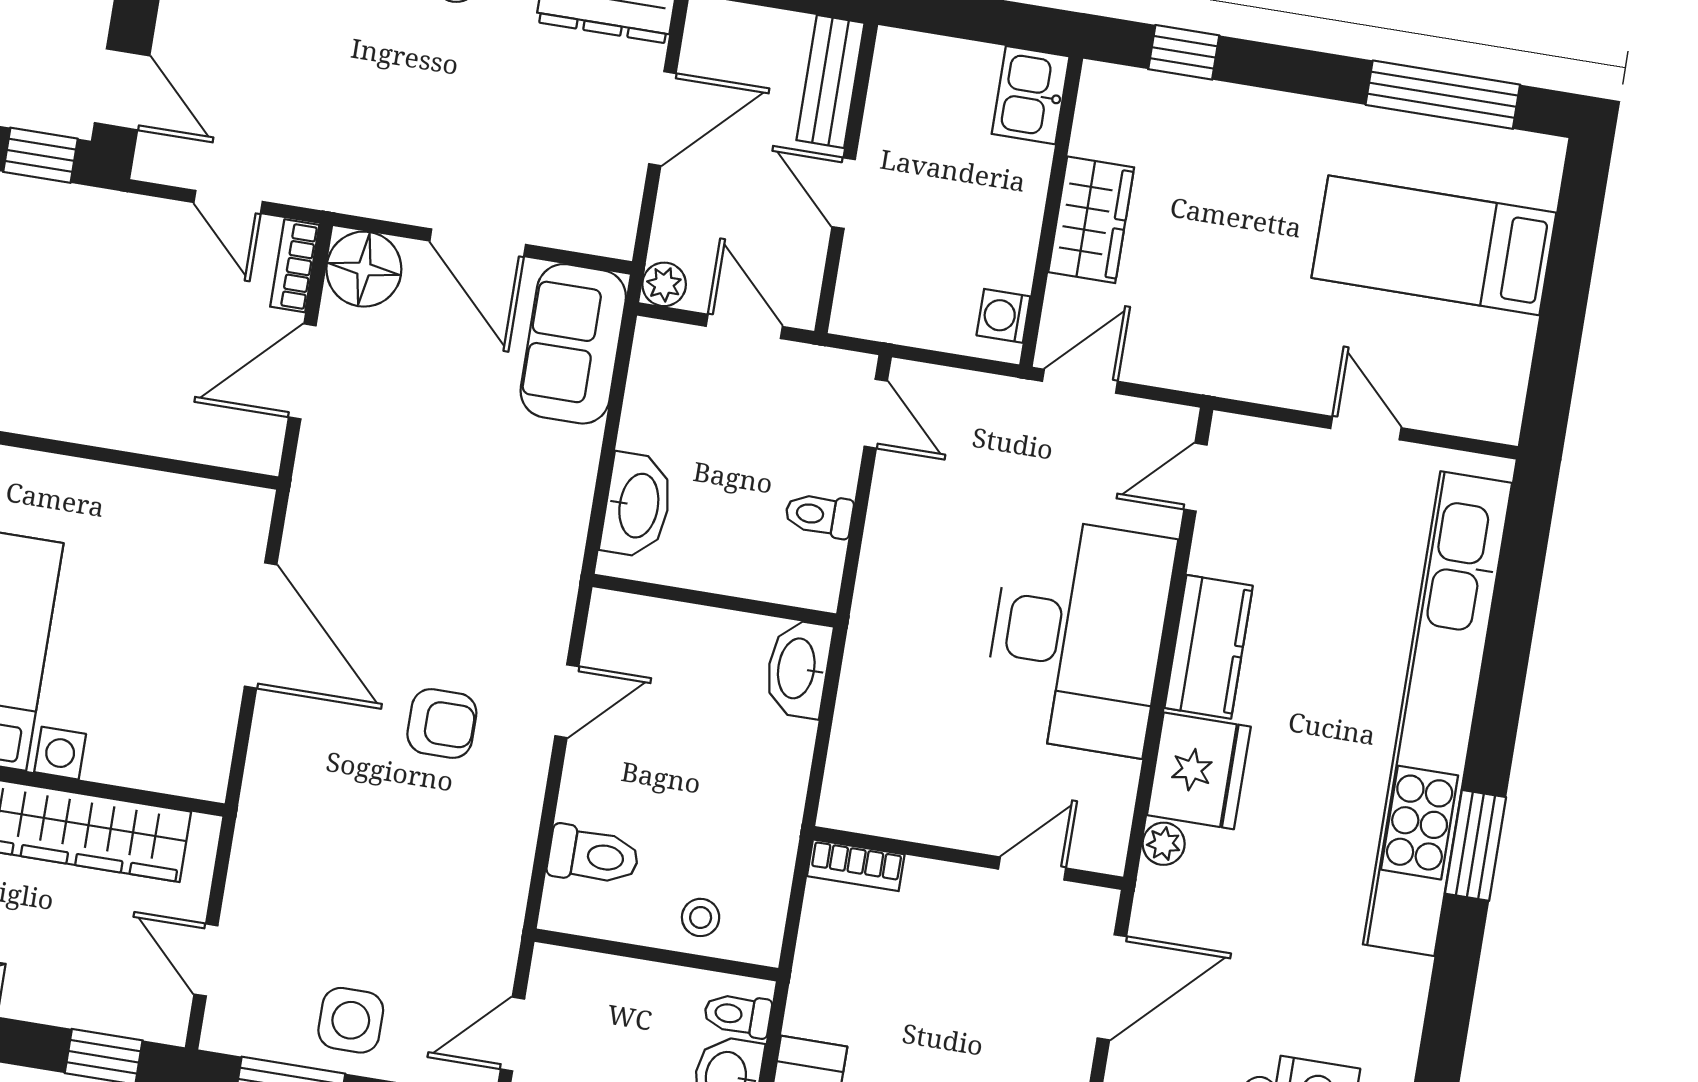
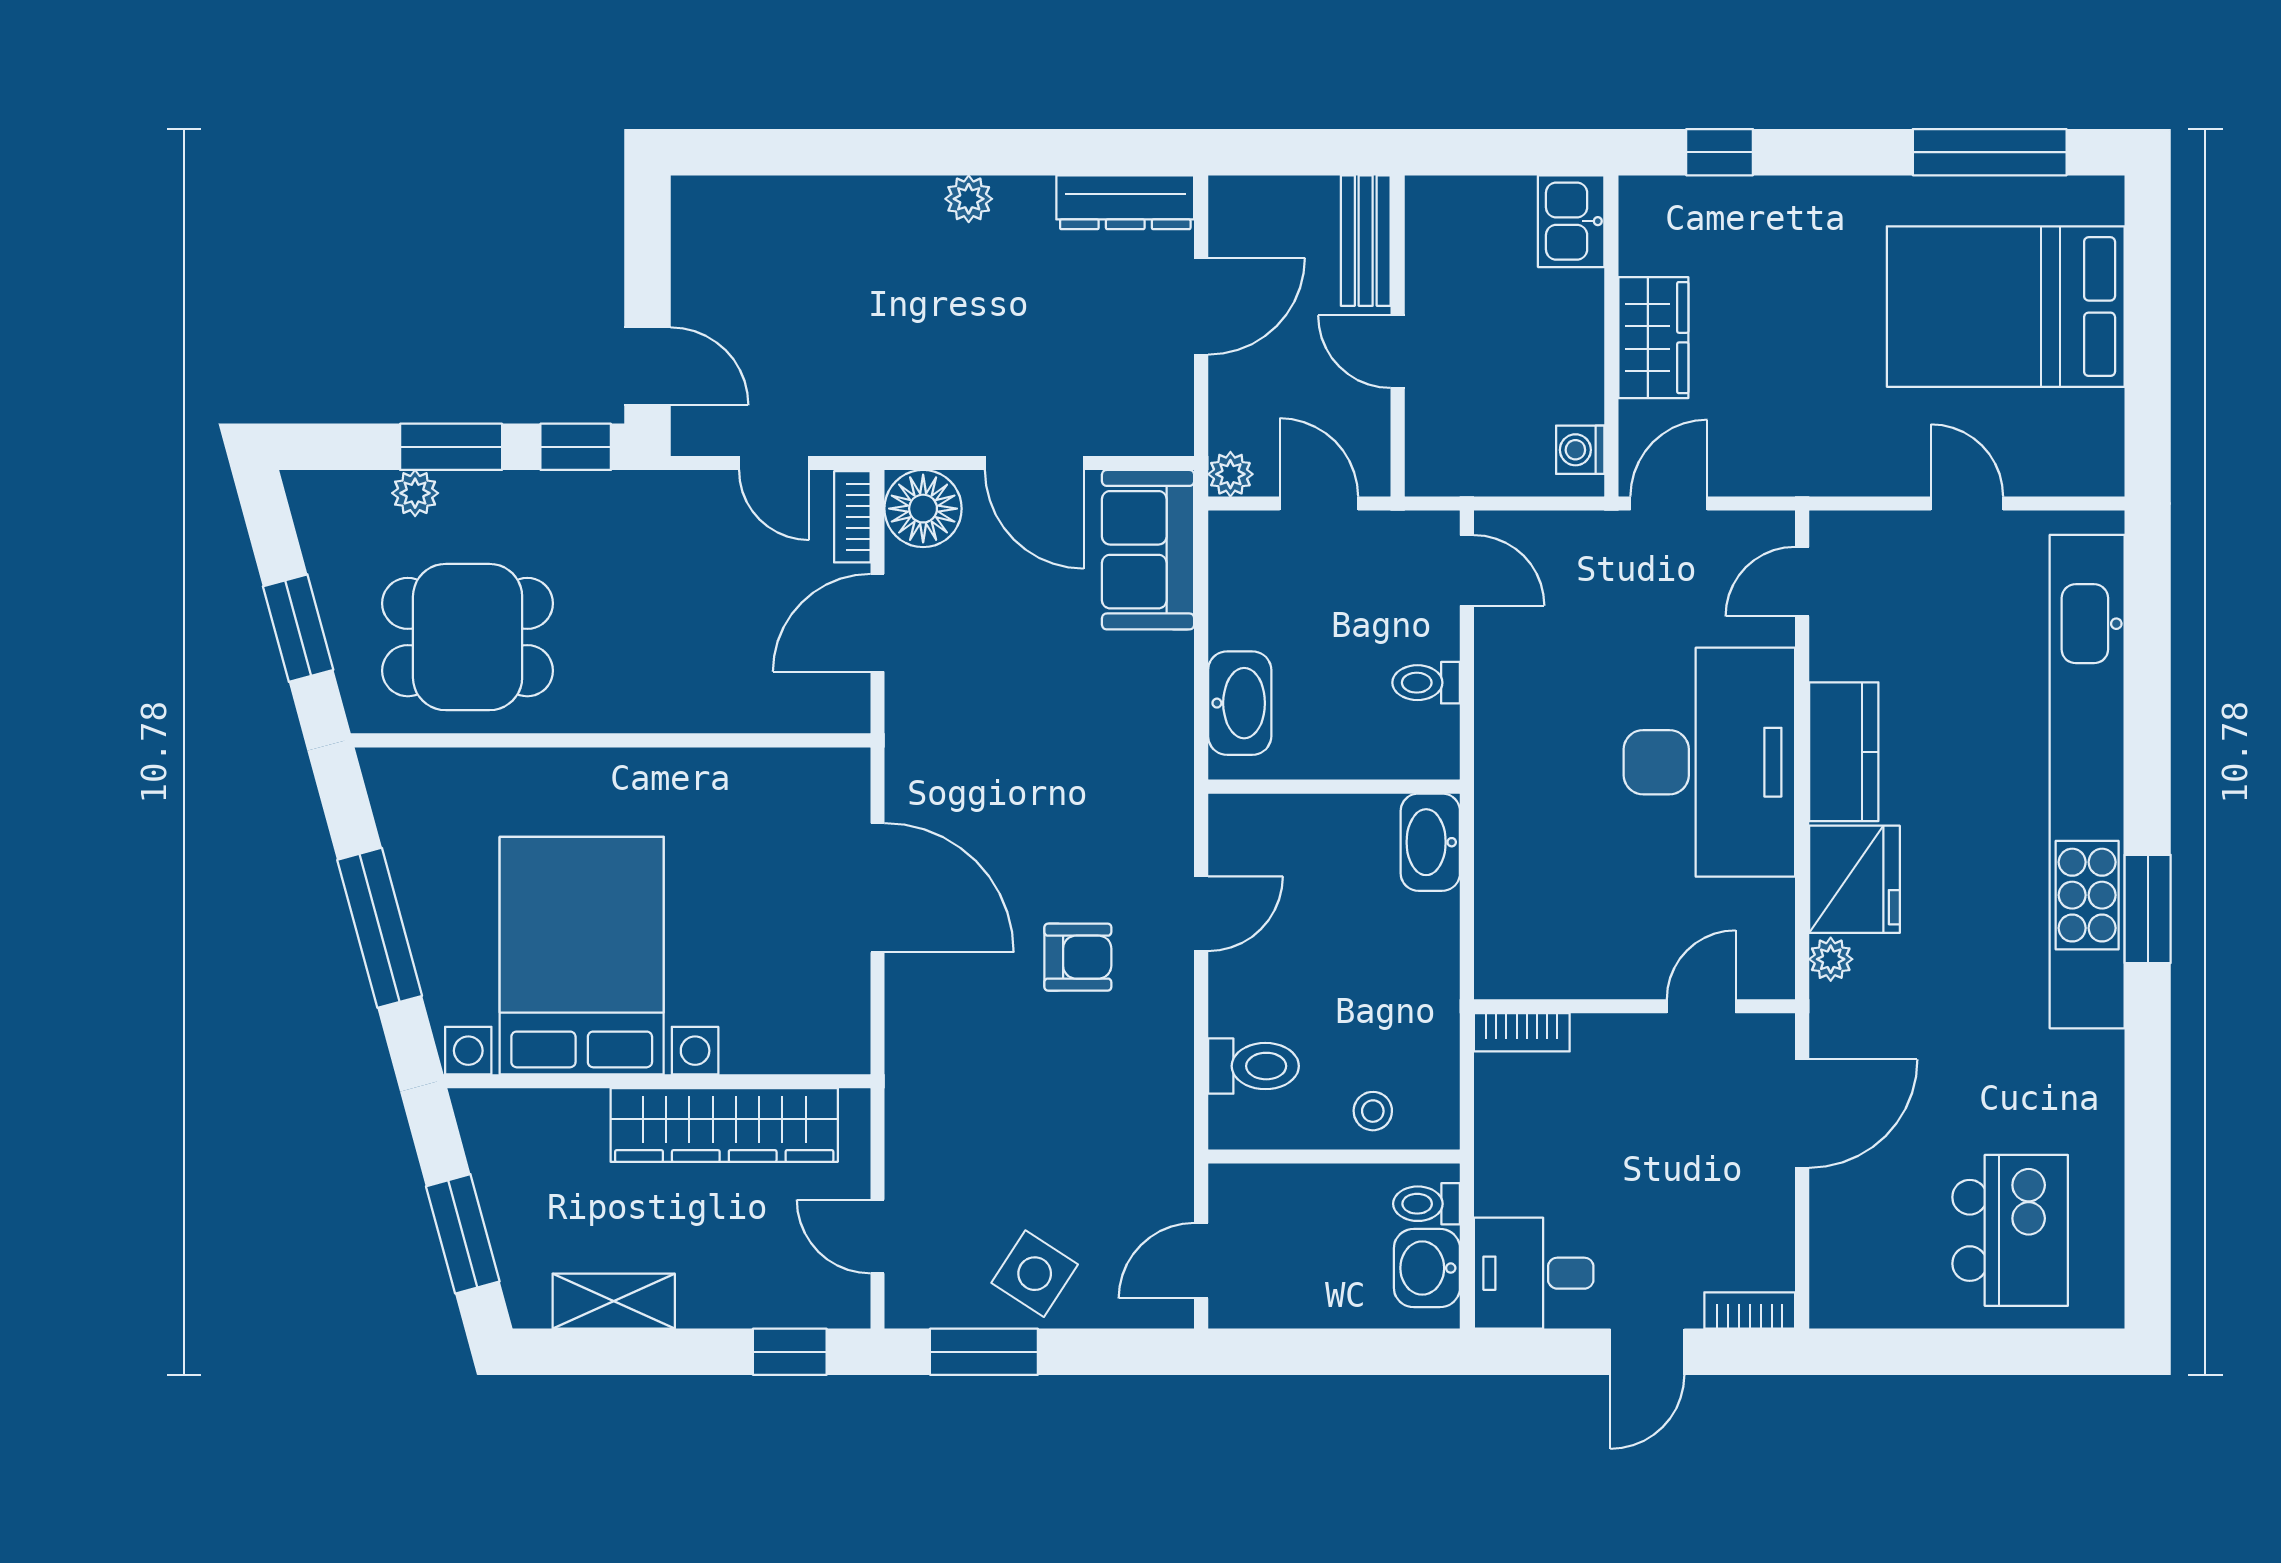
bed: (1434, 245) -> (2006, 307), width x1.50
side table: (351, 1020) -> (1035, 1274), turned 33

